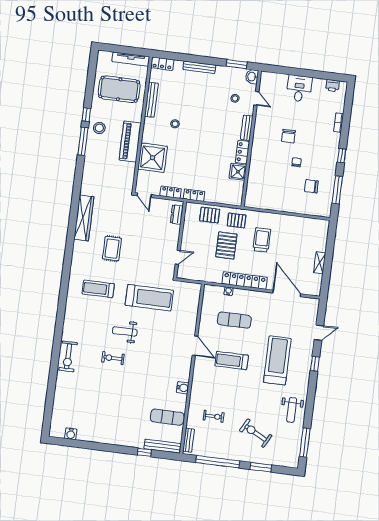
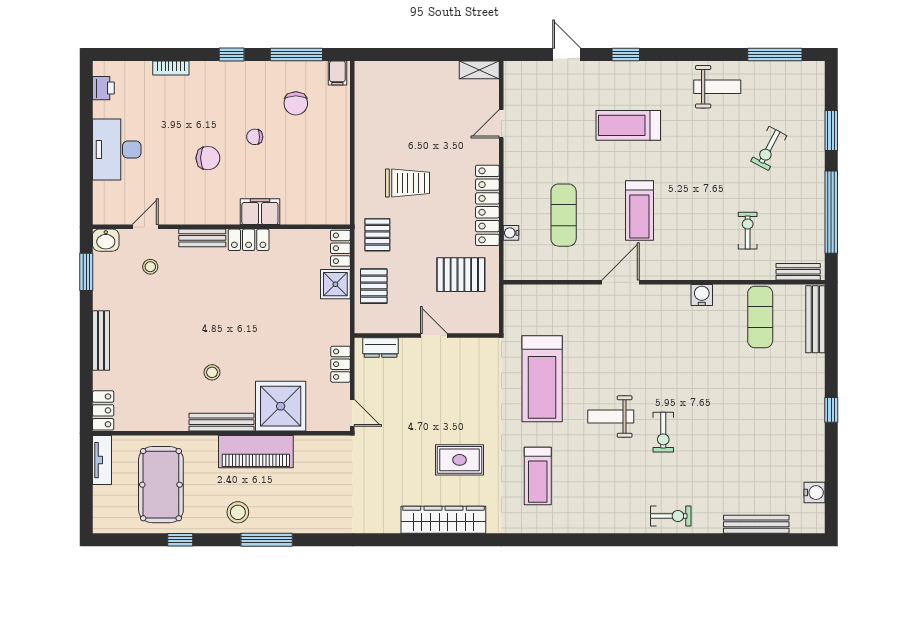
tv unit: (131, 59) -> (102, 460), width x0.71
desk: (299, 89) -> (117, 149), width x1.37
bench: (151, 100) -> (221, 422), moved
window: (86, 115) -> (180, 540), moved
filing cabinet: (257, 160) -> (260, 212), added
shower: (238, 172) -> (335, 284), moved
door: (144, 195) -> (352, 413), hinge flipped
locker: (194, 195) -> (340, 248), moved
filing cabinet: (325, 210) -> (337, 73), added
wardrobe: (84, 218) -> (443, 520), moved
trolley: (262, 240) -> (408, 183), turned 180
pallet: (226, 245) -> (461, 275), moved
door: (178, 257) -> (434, 335), moved
shelving: (320, 263) -> (479, 70), moved
door: (287, 293) -> (501, 124), width x0.53
treadmill: (149, 298) -> (542, 379), turned 180
weight bench: (125, 331) -> (611, 417), turned 90
exercise bike: (68, 356) -> (671, 516), width x0.73, depth x0.72
treadmill: (277, 360) -> (628, 125), width x0.73, depth x0.73
bench: (58, 401) -> (756, 524), added
exercise bike: (256, 433) -> (769, 148), width x0.73, depth x0.72
window: (144, 452) -> (831, 410), moved

